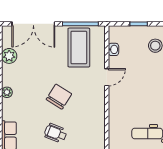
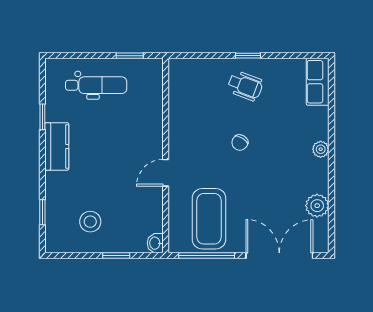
washbasin: (113, 49) -> (155, 243), moved
chair: (59, 97) -> (240, 143), width x0.54, depth x0.54

